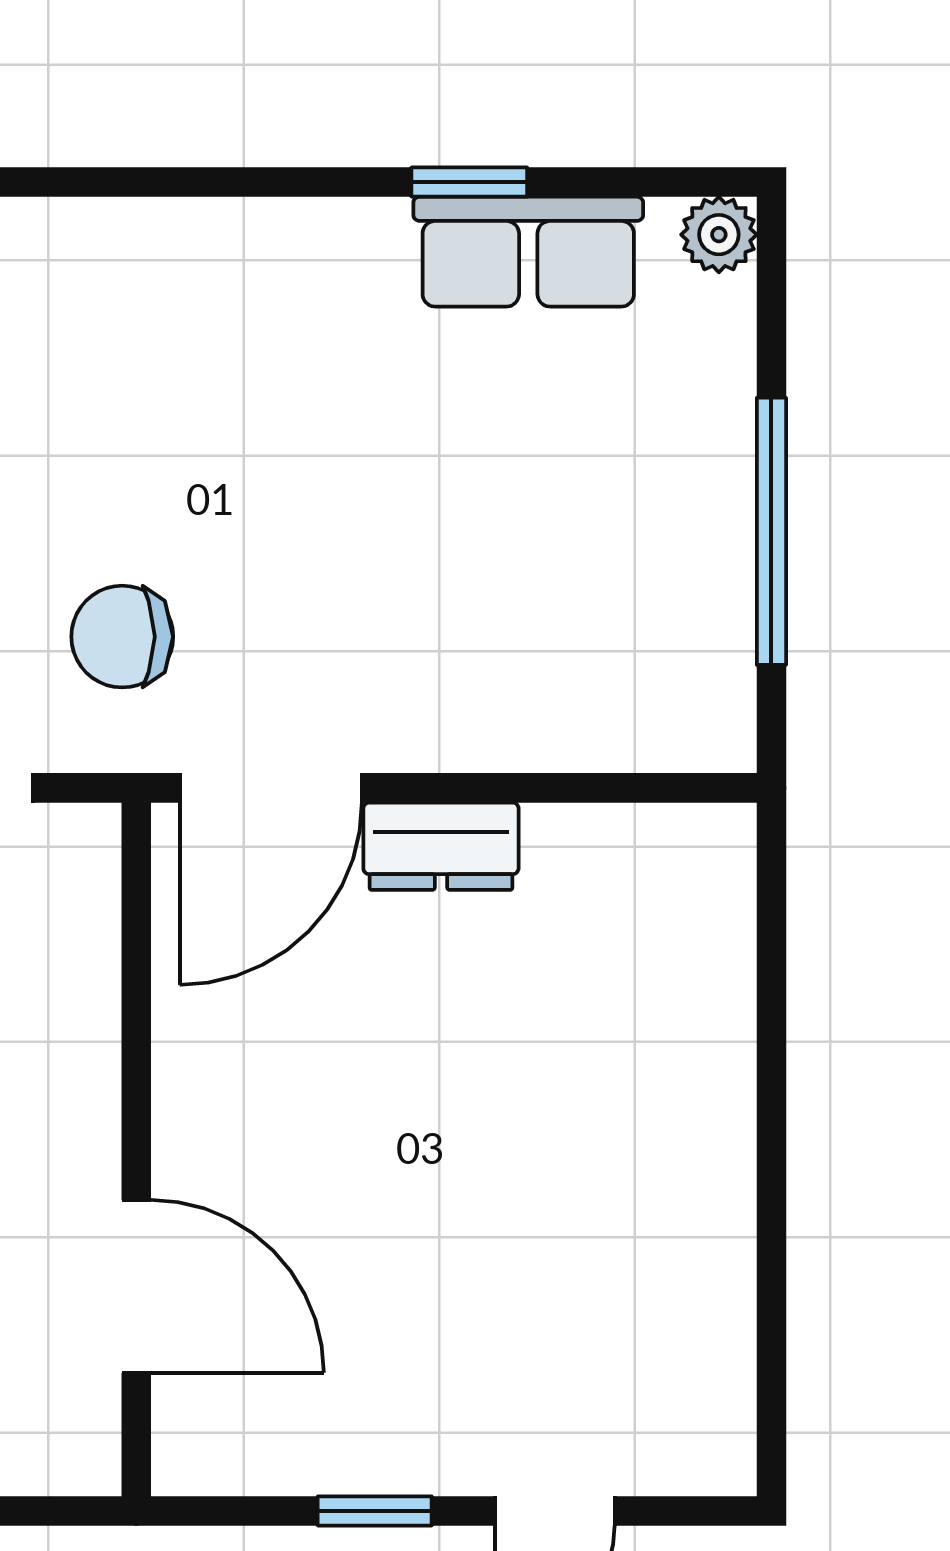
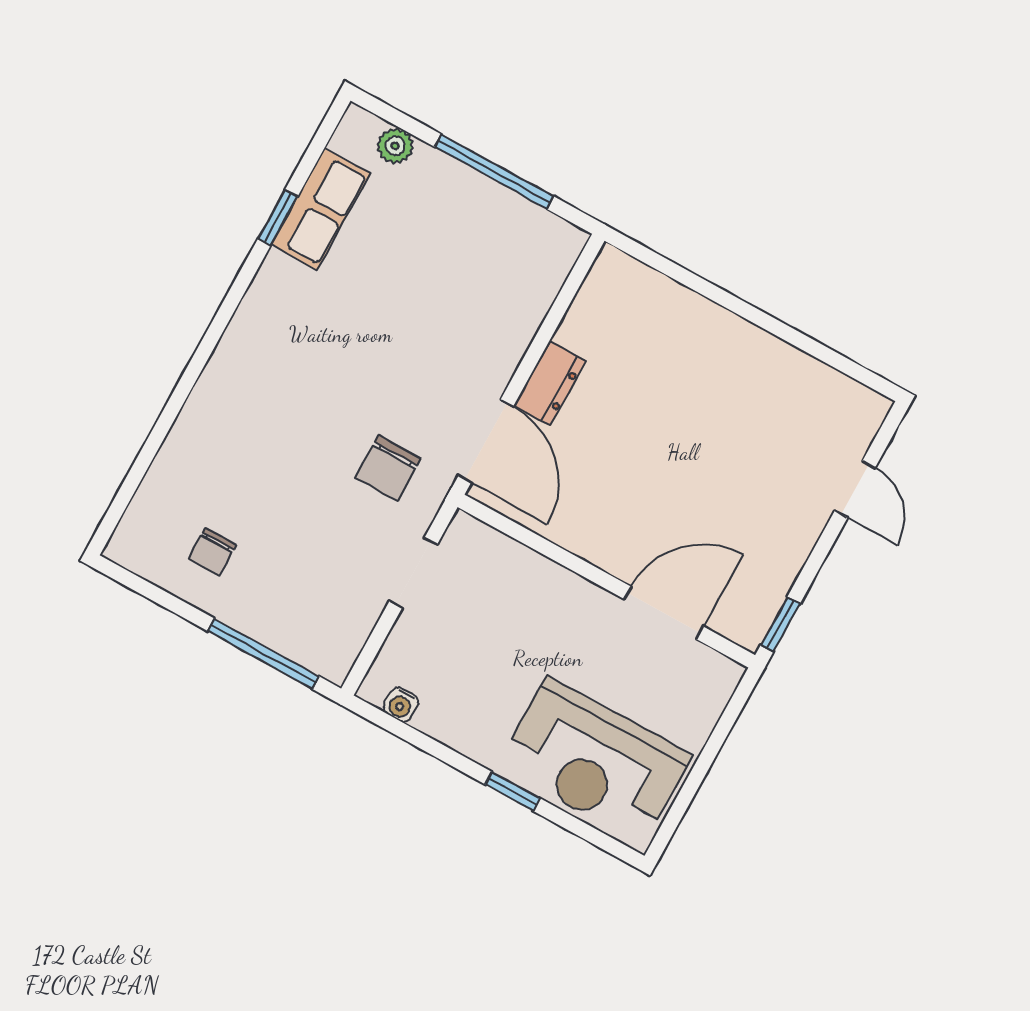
plant: (719, 235) -> (395, 146), moved
window: (375, 1511) -> (780, 624), moved

